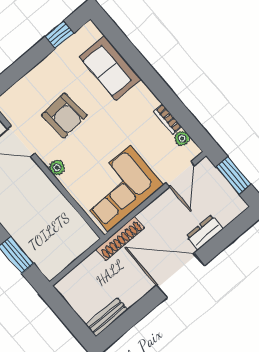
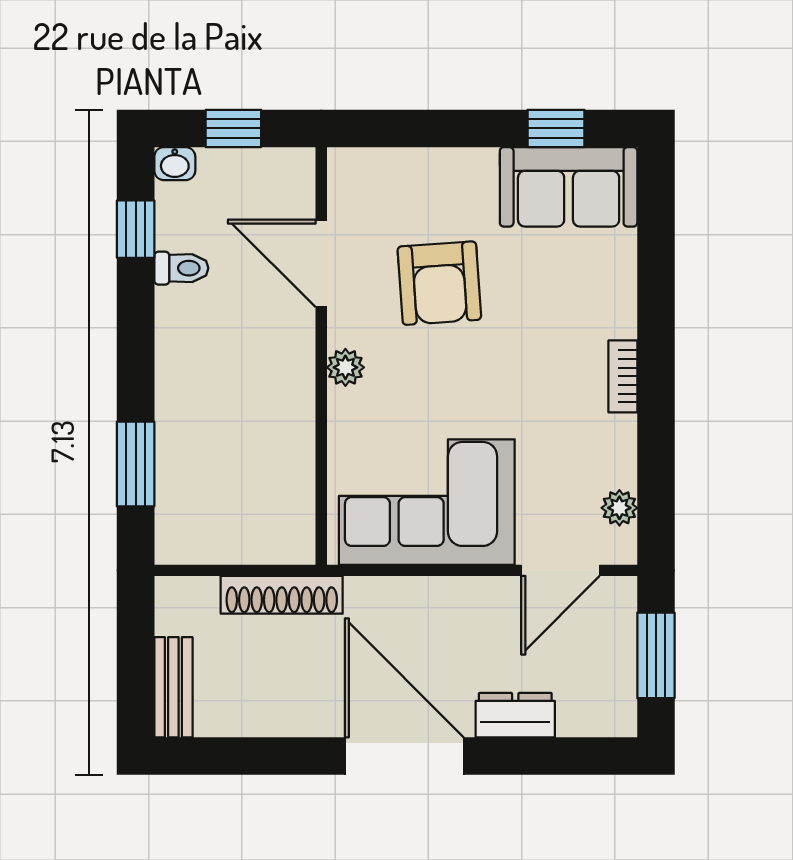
sofa: (110, 68) -> (569, 187), moved, turned -90
bookcase: (168, 119) -> (623, 376), moved
shoe rack: (120, 239) -> (282, 595), moved
bench: (107, 317) -> (173, 687), moved, turned 90

